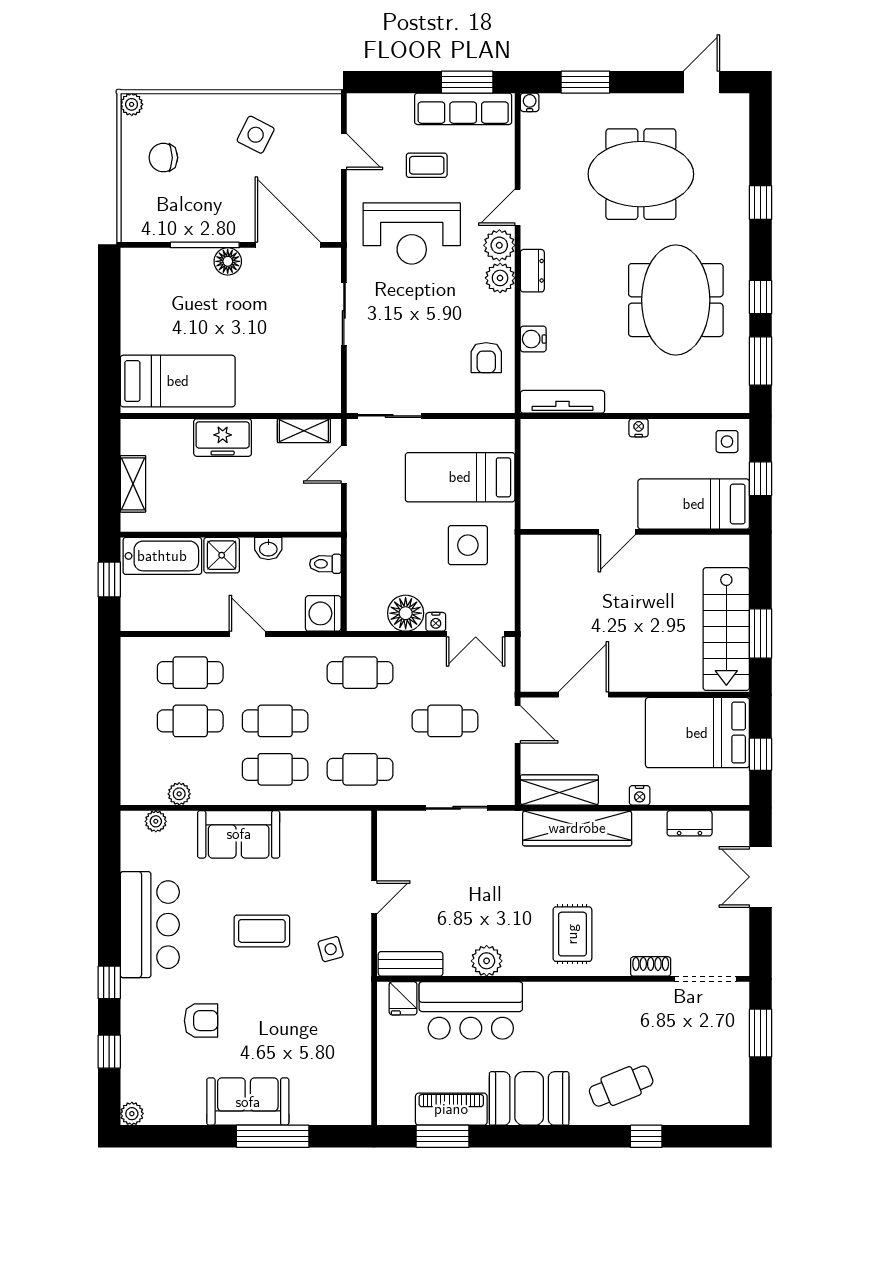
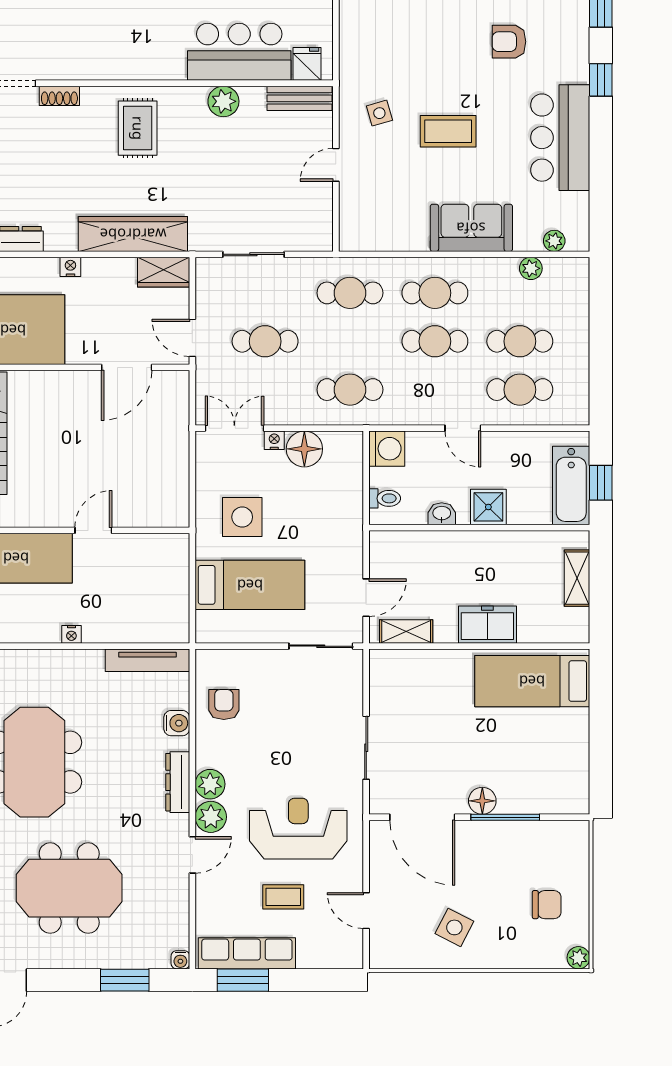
dresser: (532, 271) -> (178, 782), width x1.44
bathtub: (162, 556) -> (571, 485), moved, turned -90
wardrobe: (559, 790) -> (164, 272), width x0.67

